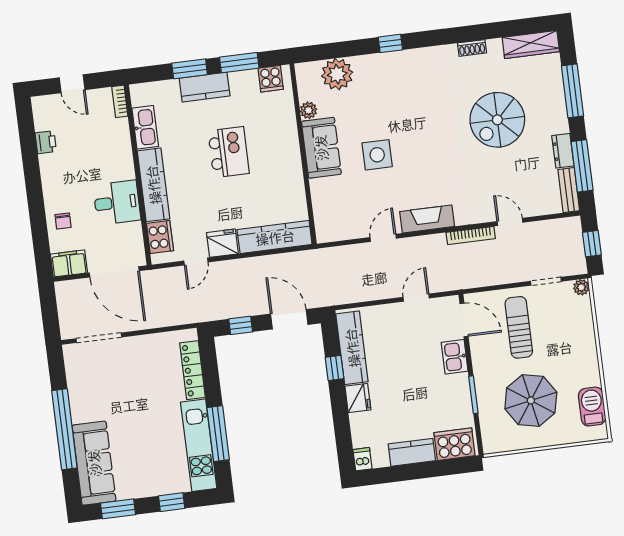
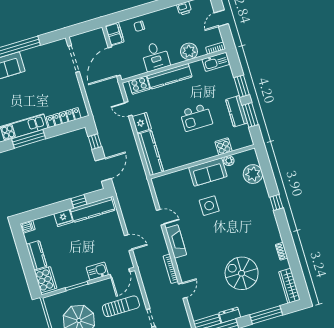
cooker: (271, 79) -> (224, 146), moved, turned 90
kitchen counter: (205, 87) -> (237, 111), moved
kitchen sink: (145, 127) -> (216, 62), moved
plant: (118, 146) -> (189, 51), added

